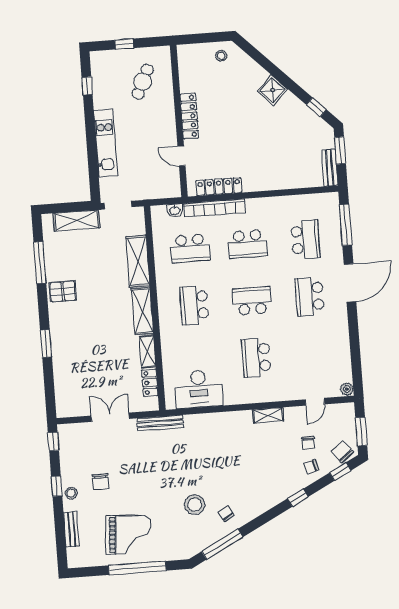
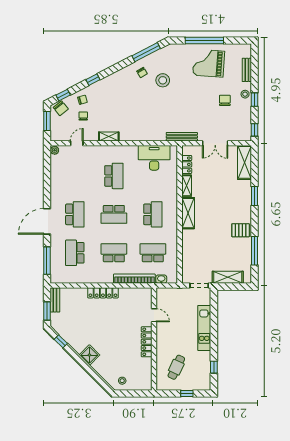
locker: (219, 187) -> (103, 293), moved
shelving: (138, 261) -> (244, 162), moved

